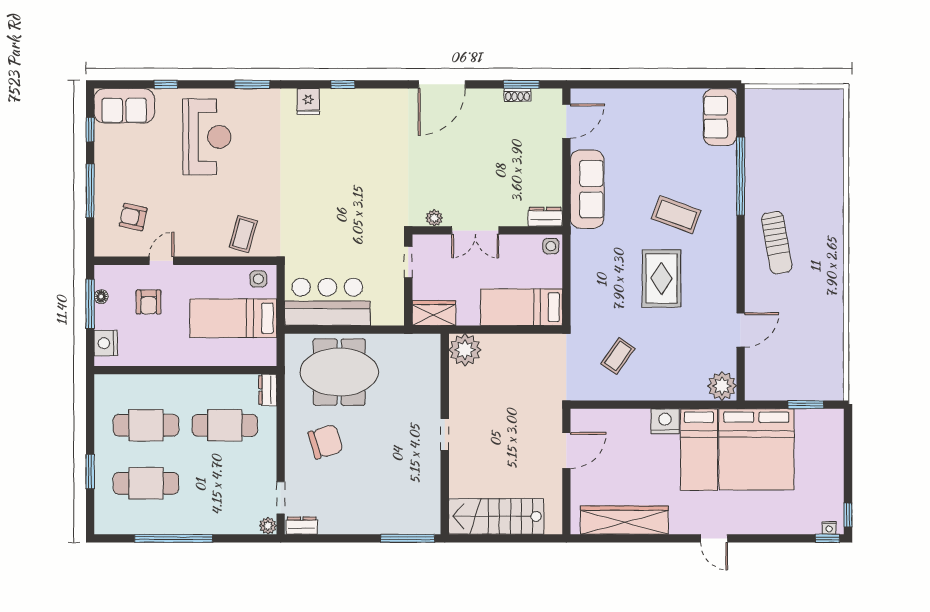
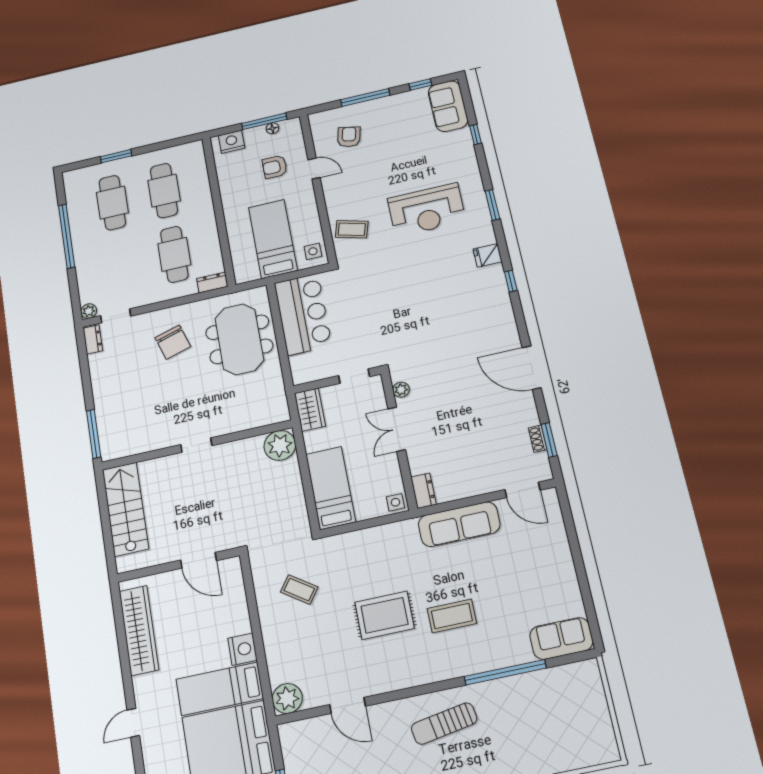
reception desk: (207, 137) -> (427, 210), moved
coffee table: (676, 215) -> (452, 616), turned 70

